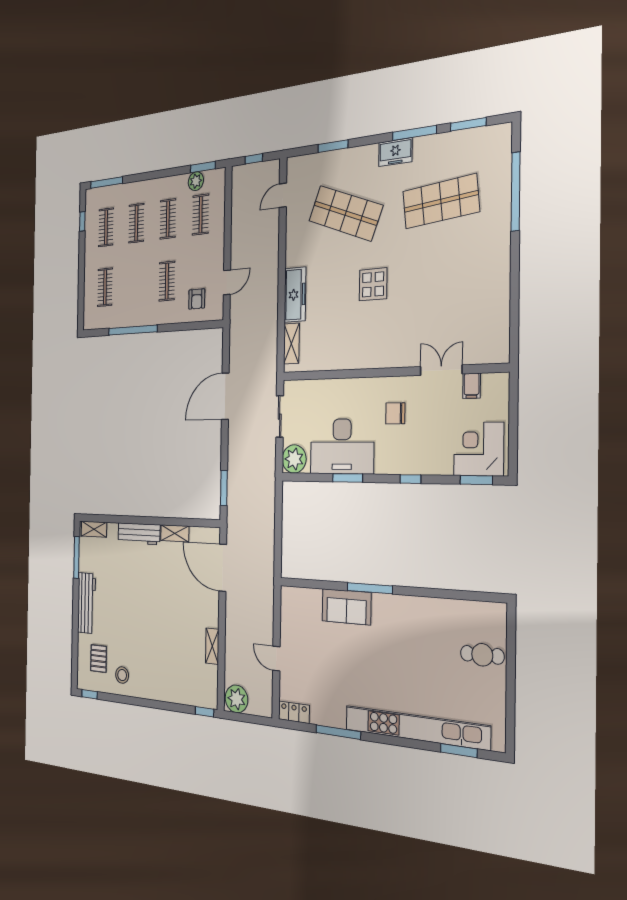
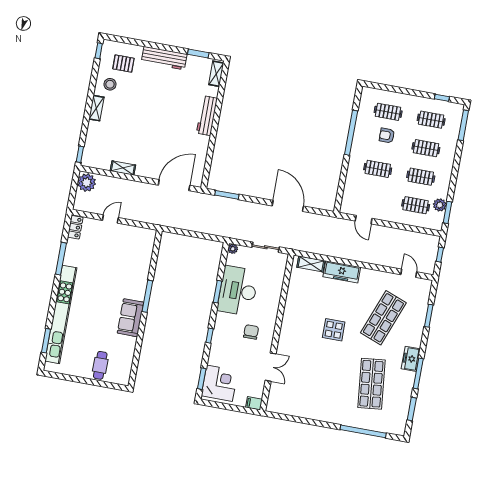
armchair: (197, 299) -> (387, 136), moved
filing cabinet: (472, 386) -> (254, 403), moved
plant: (294, 459) -> (233, 249), width x0.53, depth x0.53
shelving: (175, 533) -> (96, 108), moved
window: (77, 557) -> (198, 53), width x0.69
sofa: (346, 607) -> (131, 318), moved

